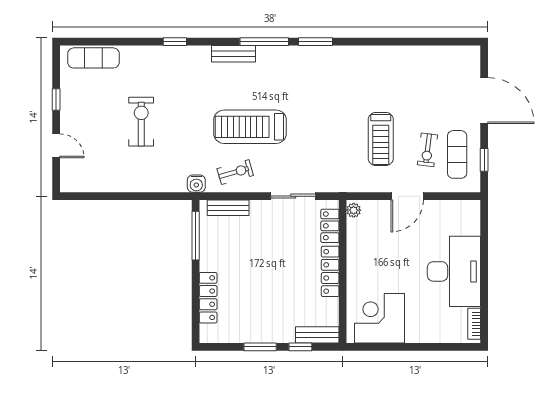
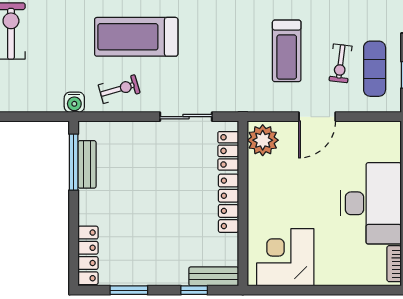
bench: (228, 208) -> (87, 164), moved, turned 90
plant: (354, 210) -> (263, 140), width x1.88, depth x1.88
locker: (208, 298) -> (88, 255), moved
window: (260, 347) -> (129, 290), moved

